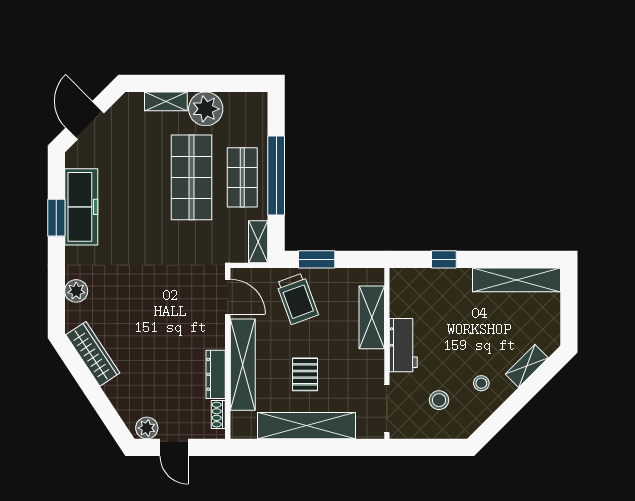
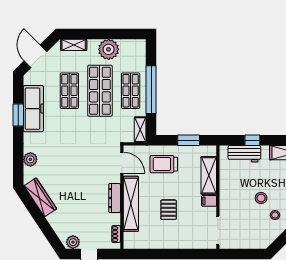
shelving: (166, 101) -> (74, 45), moved
shop shelf: (141, 177) -> (69, 91), added
window: (317, 259) -> (189, 140), moved
trolley: (297, 299) -> (164, 164), turned 110
workbench: (403, 345) -> (244, 154), moved, turned 90
filing cabinet: (372, 360) -> (209, 201), added
dresser: (216, 374) -> (115, 198), moved
stool: (439, 400) -> (261, 198), moved
shelving: (306, 426) -> (169, 241), removed

